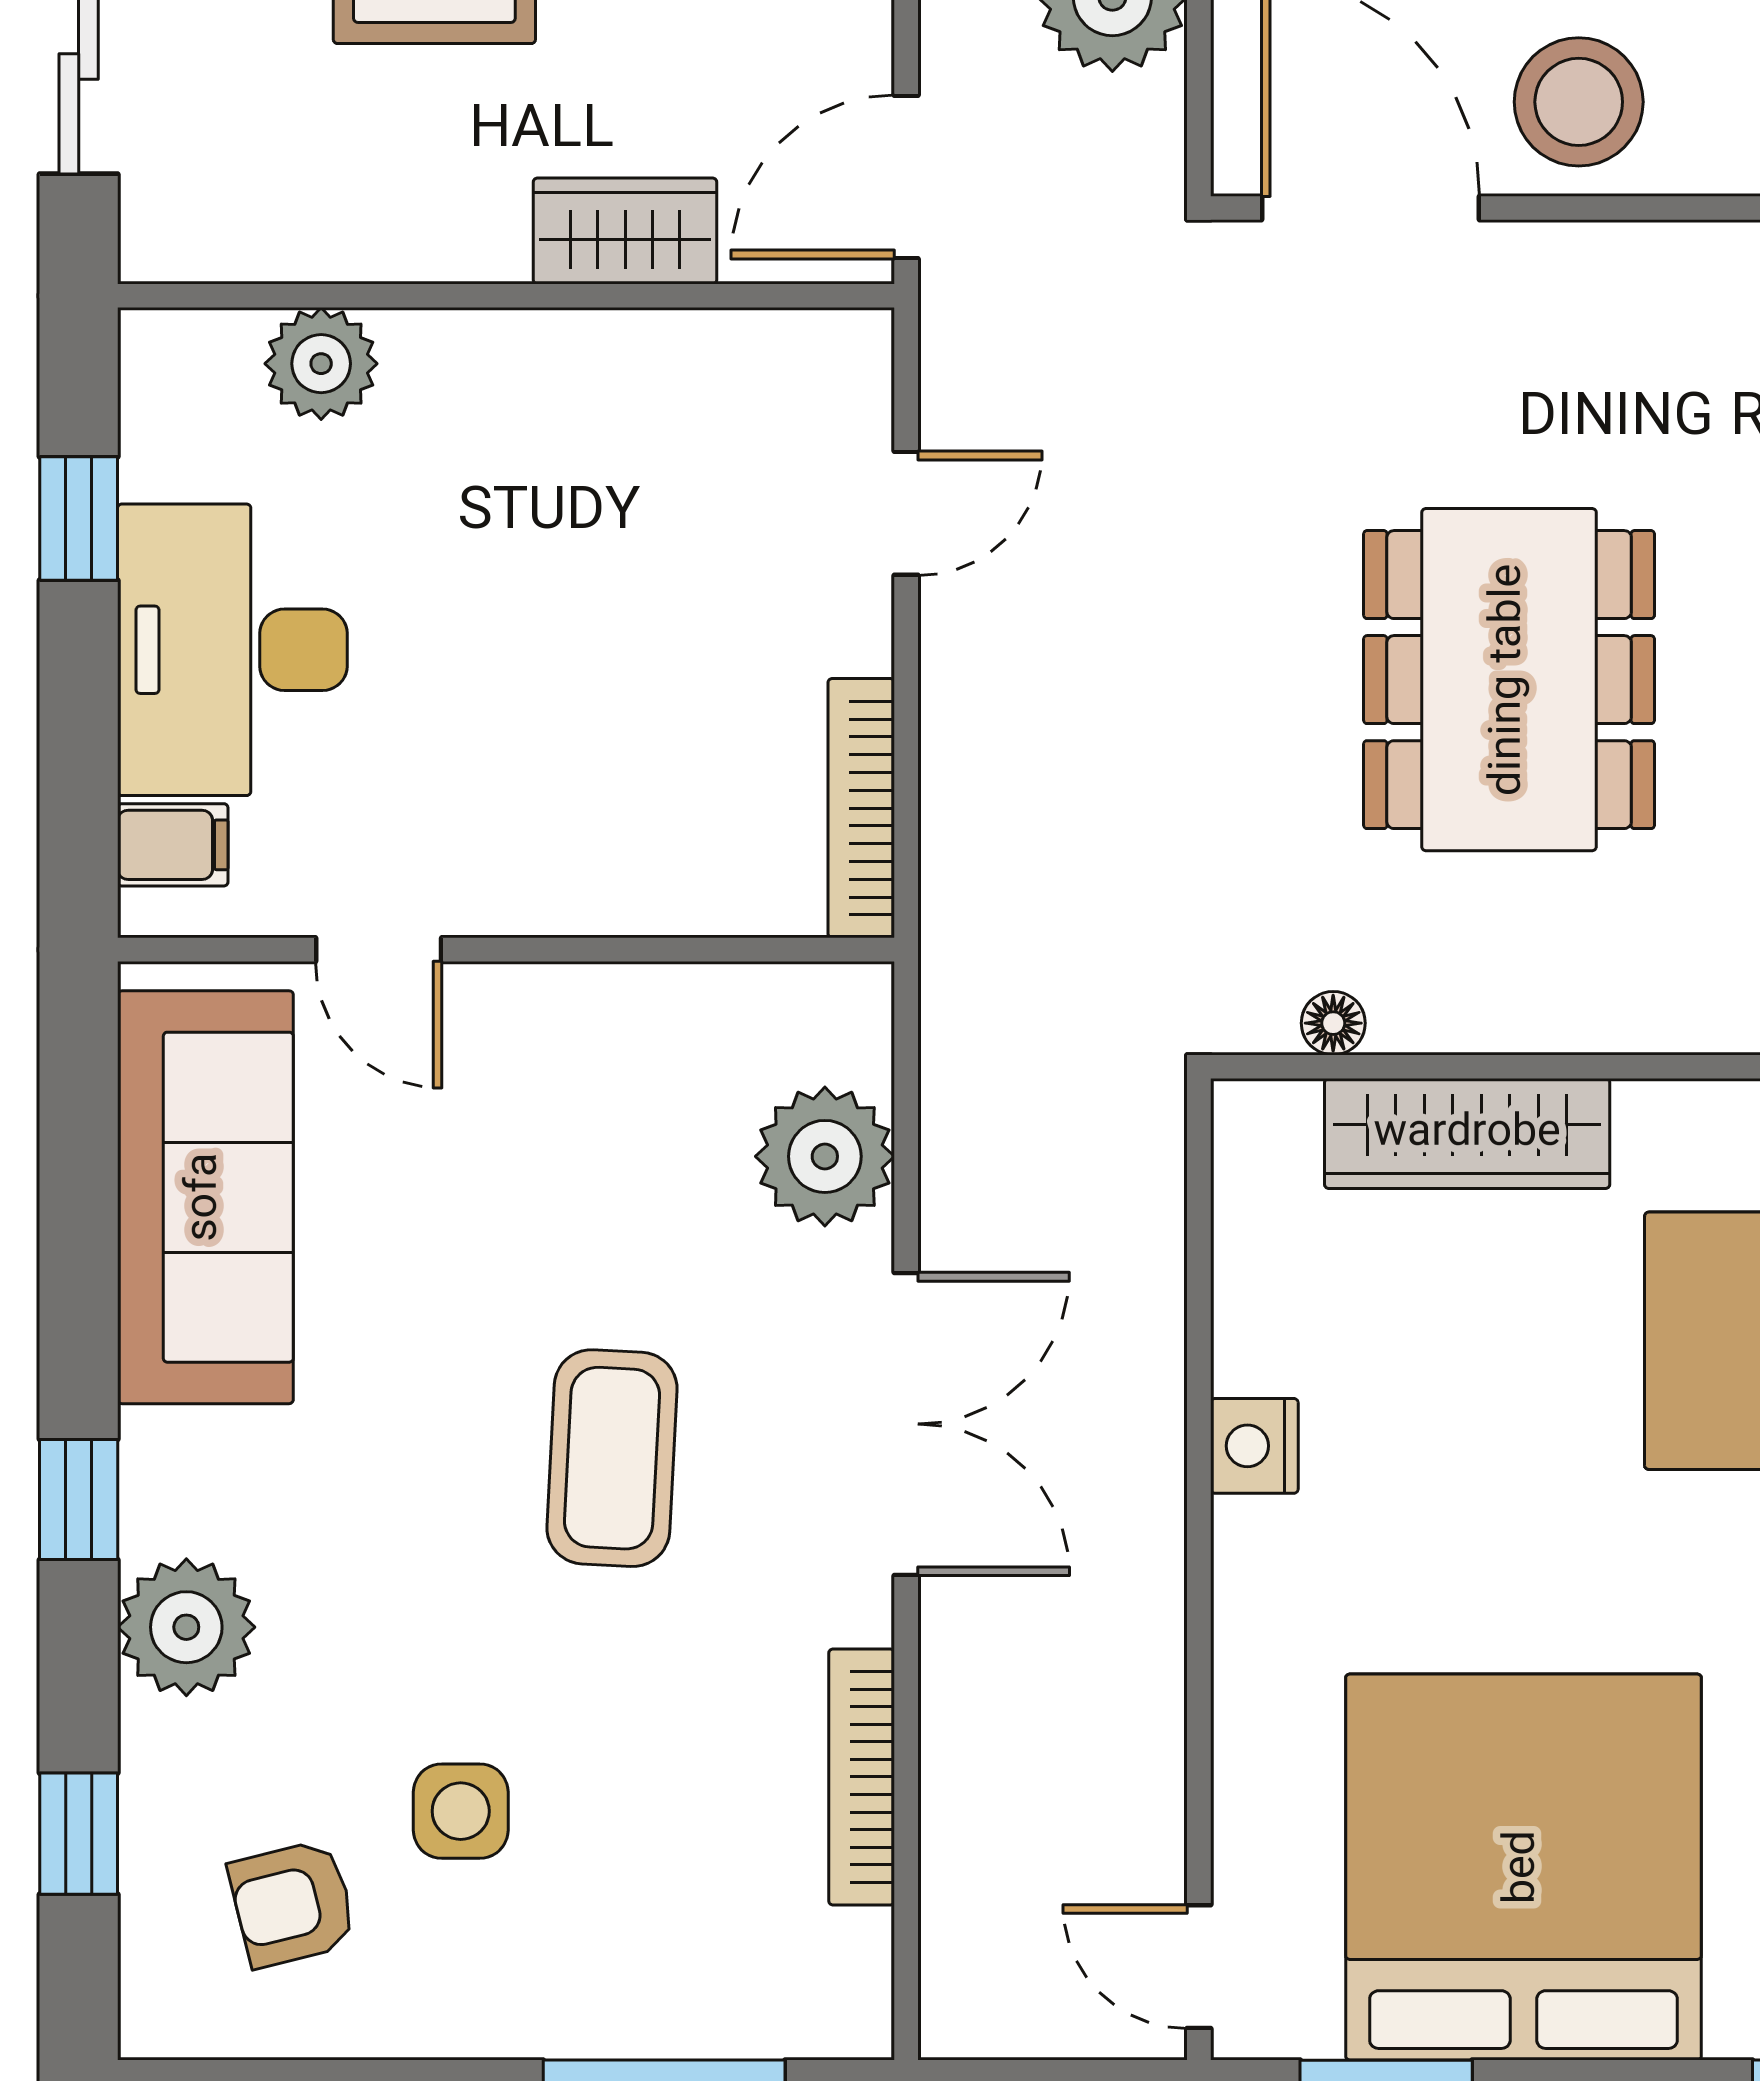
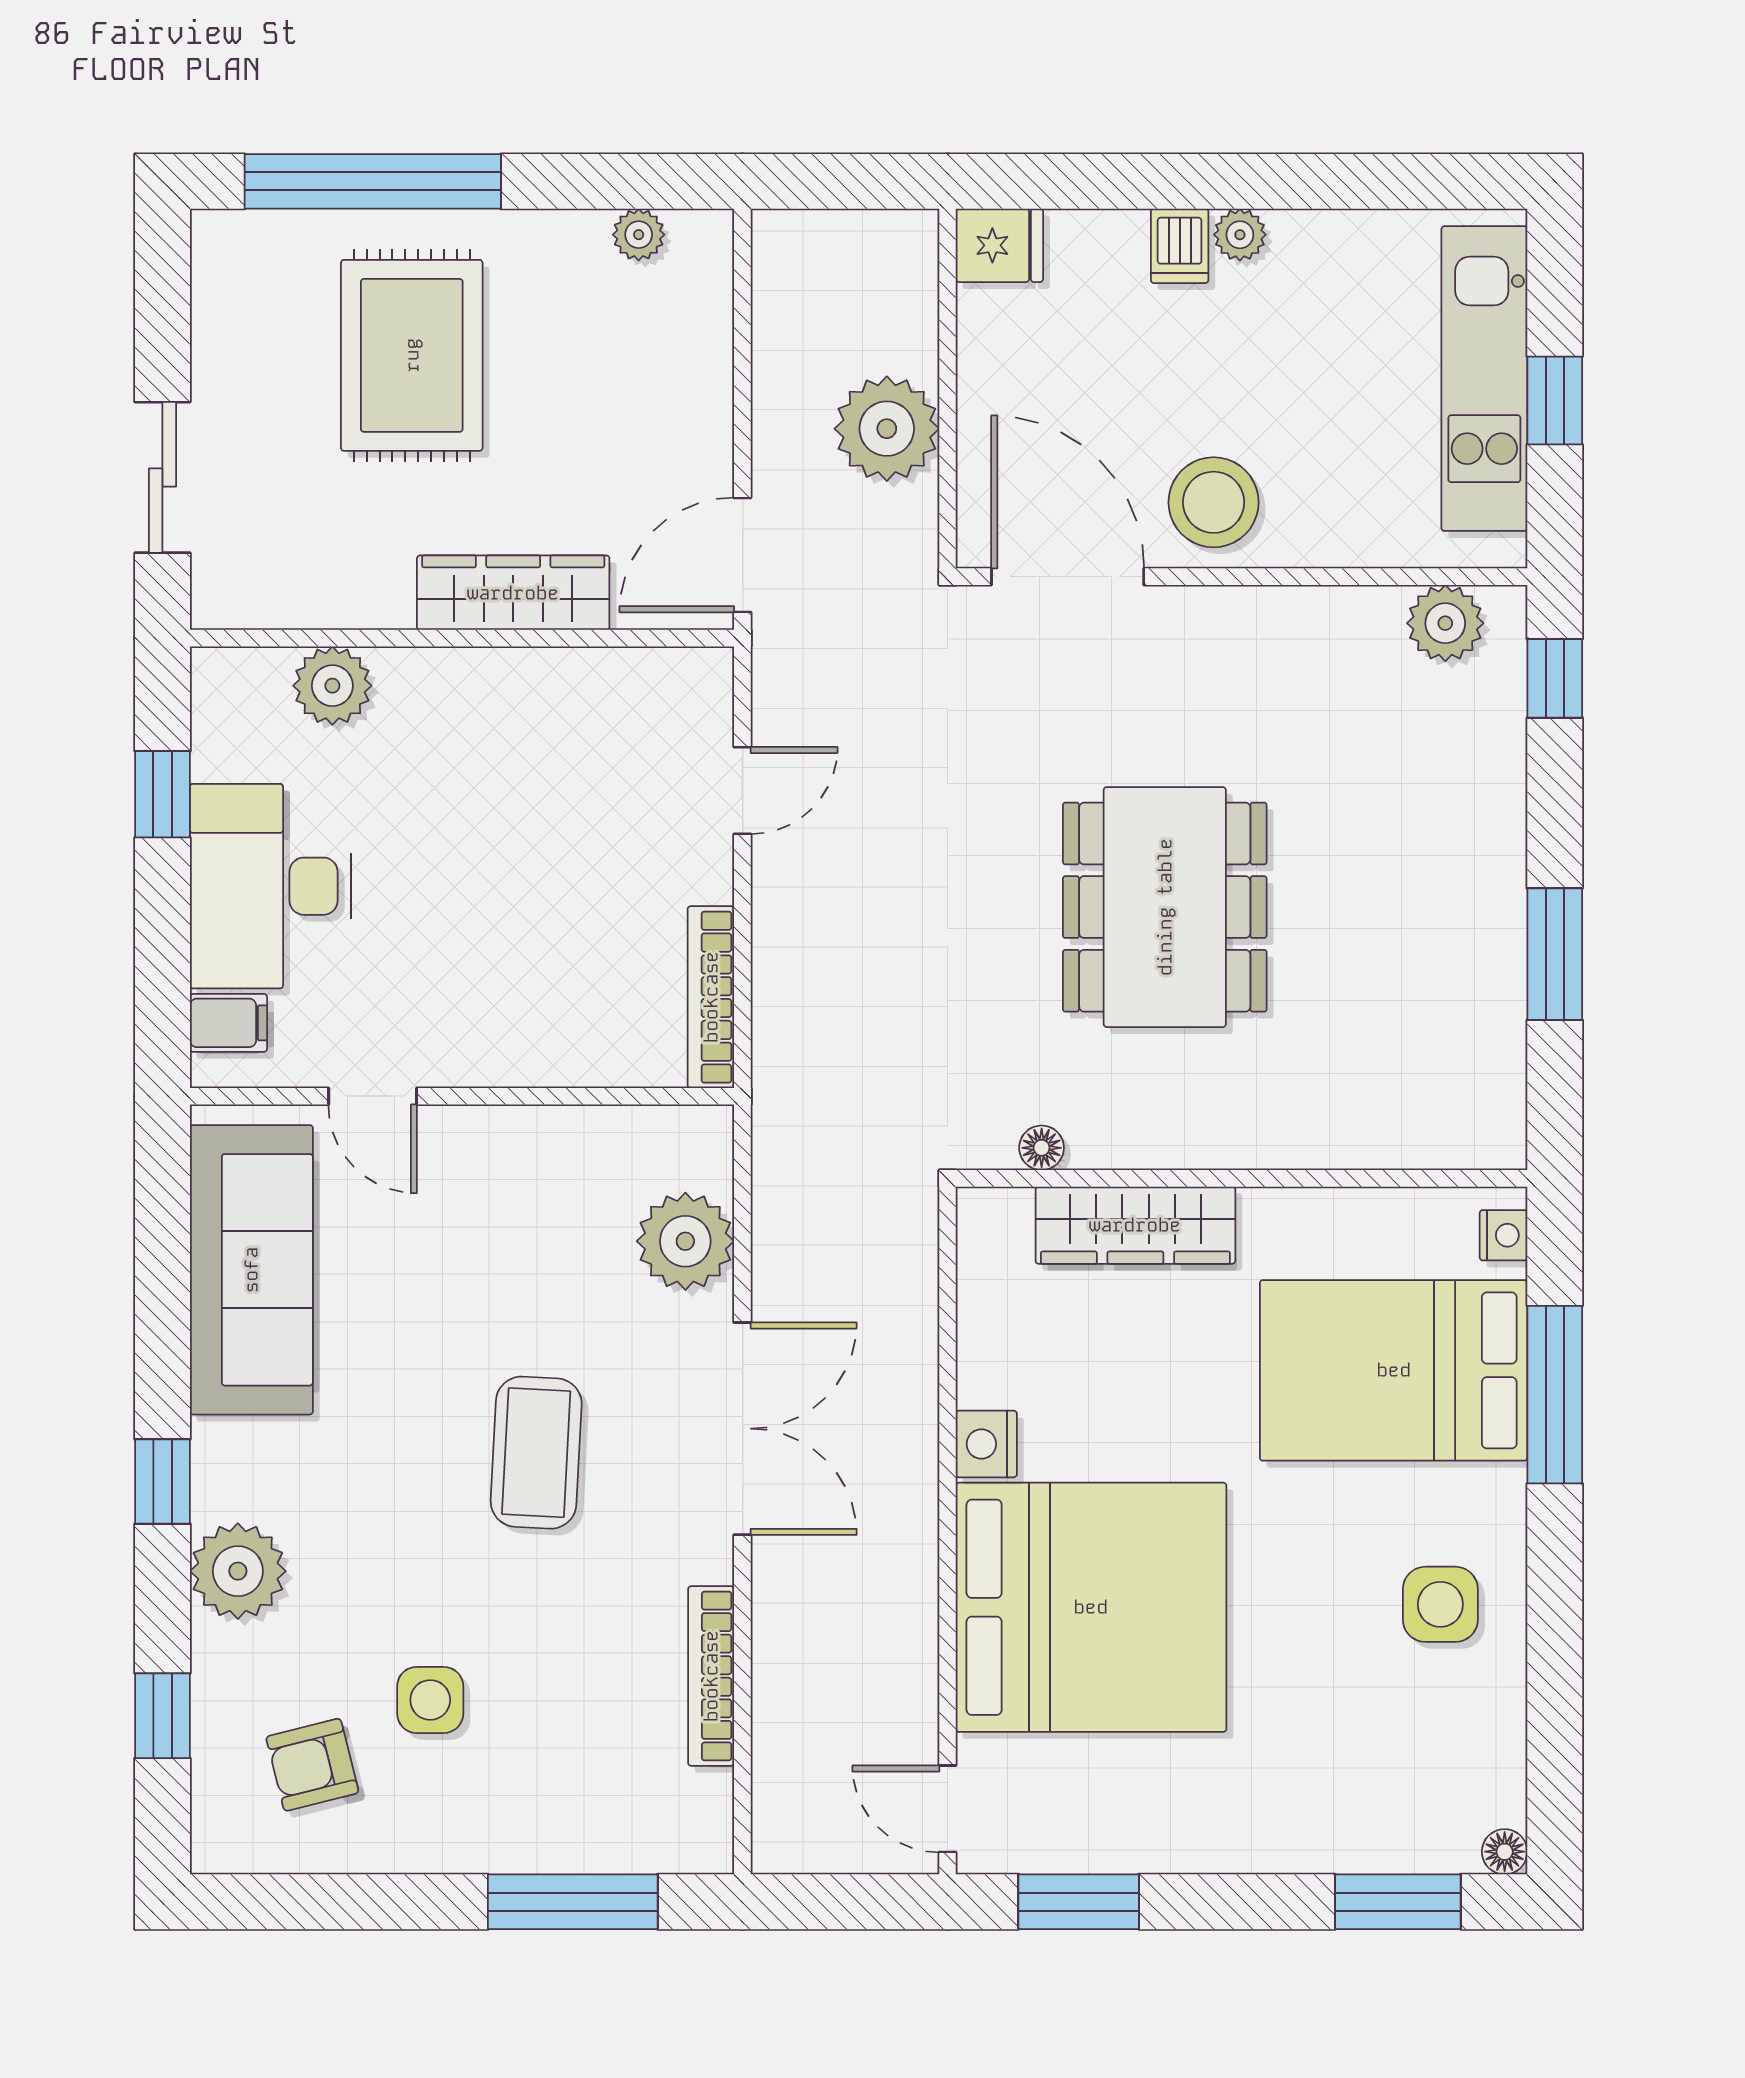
wardrobe: (625, 231) -> (513, 593), width x1.50
bed: (1523, 1867) -> (1091, 1607), moved, turned 90

